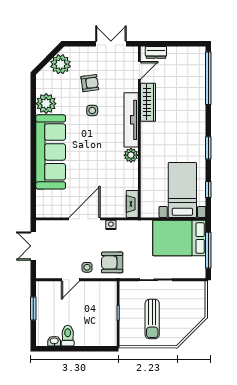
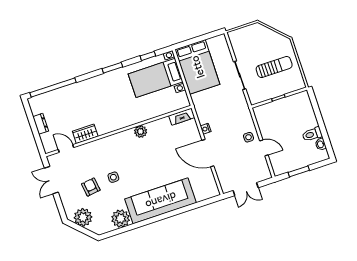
dresser: (156, 52) -> (41, 124), moved
wardrobe: (148, 102) -> (85, 134), width x0.67
tv unit: (131, 120) -> (110, 141), removed
window: (208, 250) -> (200, 39), removed
armchair: (112, 262) -> (237, 117), removed

